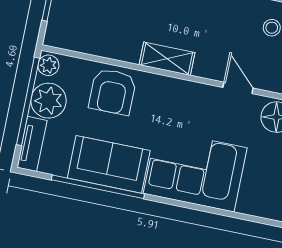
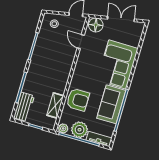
shelving: (167, 59) -> (55, 105), moved
door: (238, 88) -> (81, 42), hinge flipped

